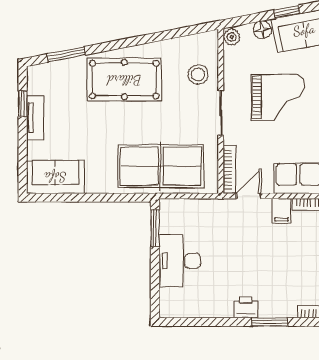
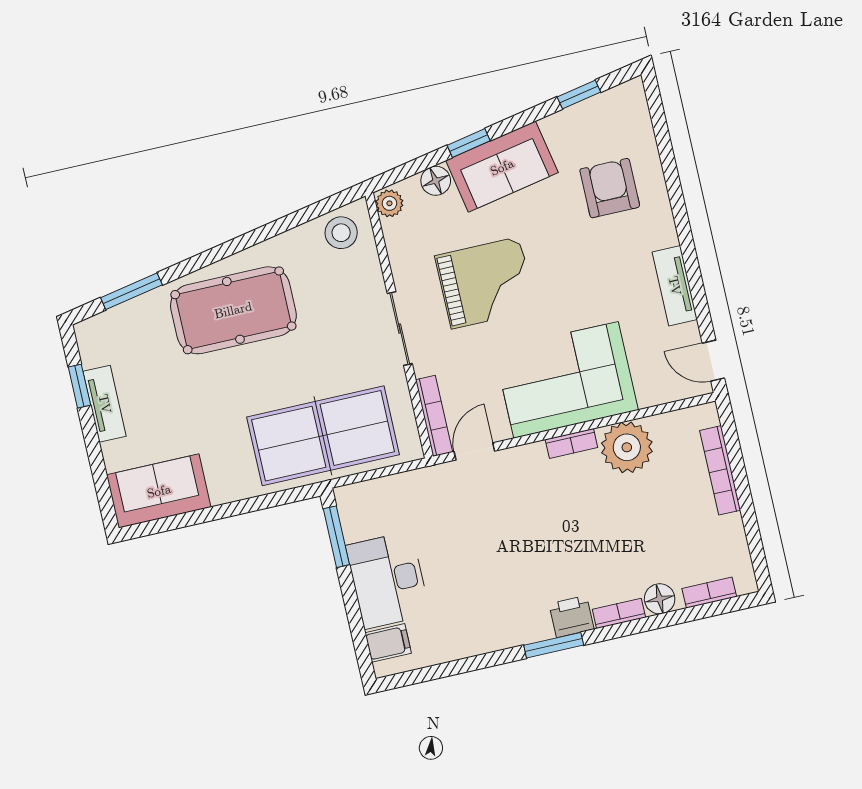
stool: (198, 74) -> (341, 233), moved
filing cabinet: (281, 211) -> (388, 643), moved, turned -90
printer: (246, 307) -> (572, 616), moved

